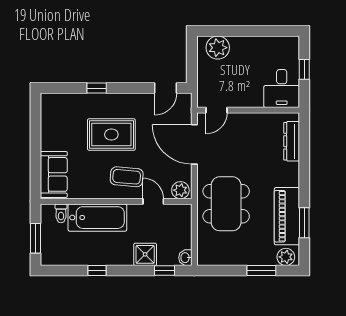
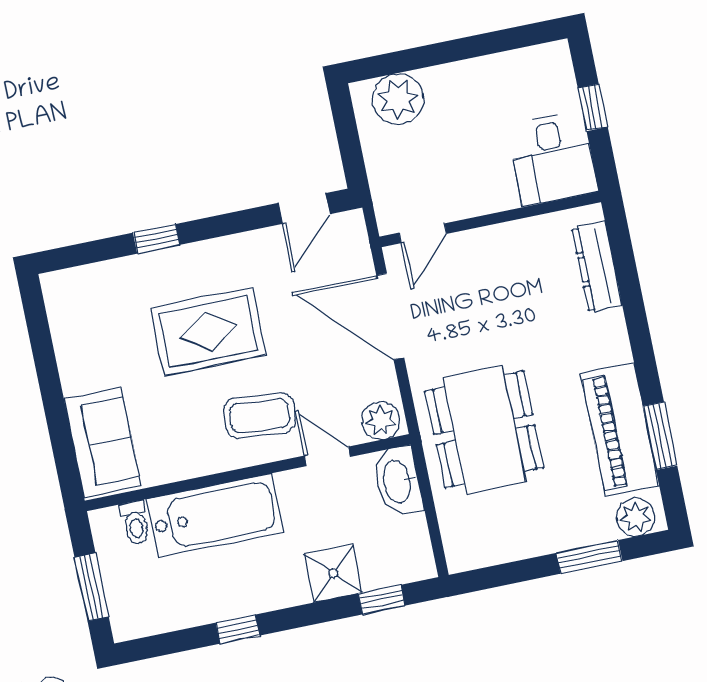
washbasin: (185, 258) -> (398, 481), moved, width x1.91, depth x1.45

